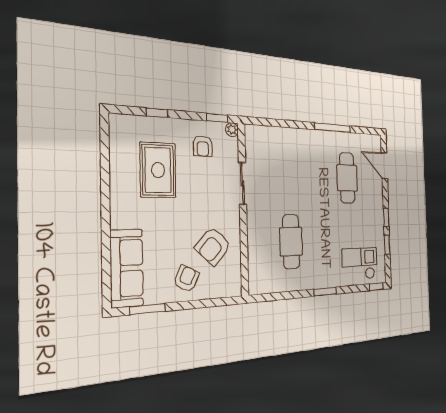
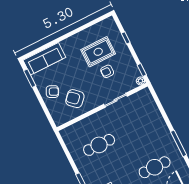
armchair: (203, 146) -> (107, 71), moved

